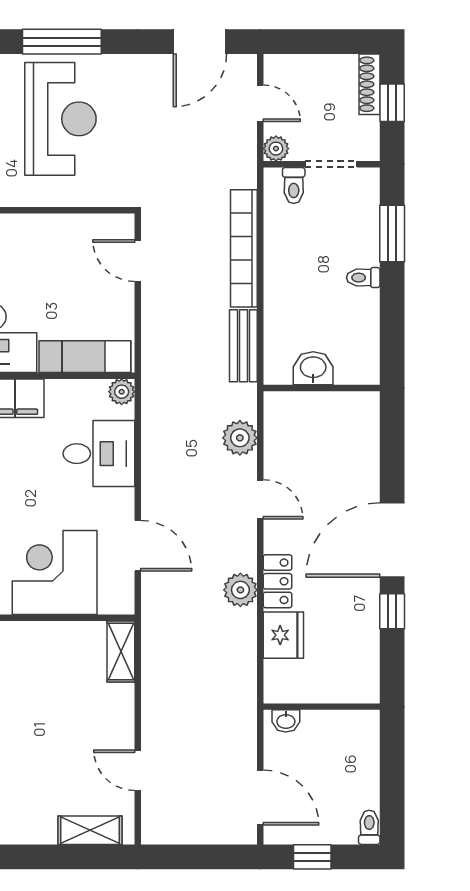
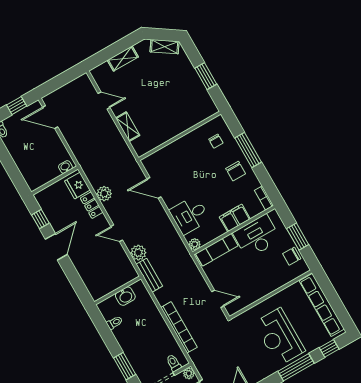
toilet: (363, 278) -> (115, 323), moved
bench: (243, 346) -> (149, 275), moved
door: (392, 540) -> (56, 247), width x0.73
corner desk: (55, 573) -> (180, 159), removed
shelving: (121, 651) -> (128, 127), moved
wall: (322, 707) -> (55, 181), moved
washbasin: (286, 721) -> (65, 167), moved
shelving: (90, 830) -> (123, 59), moved

